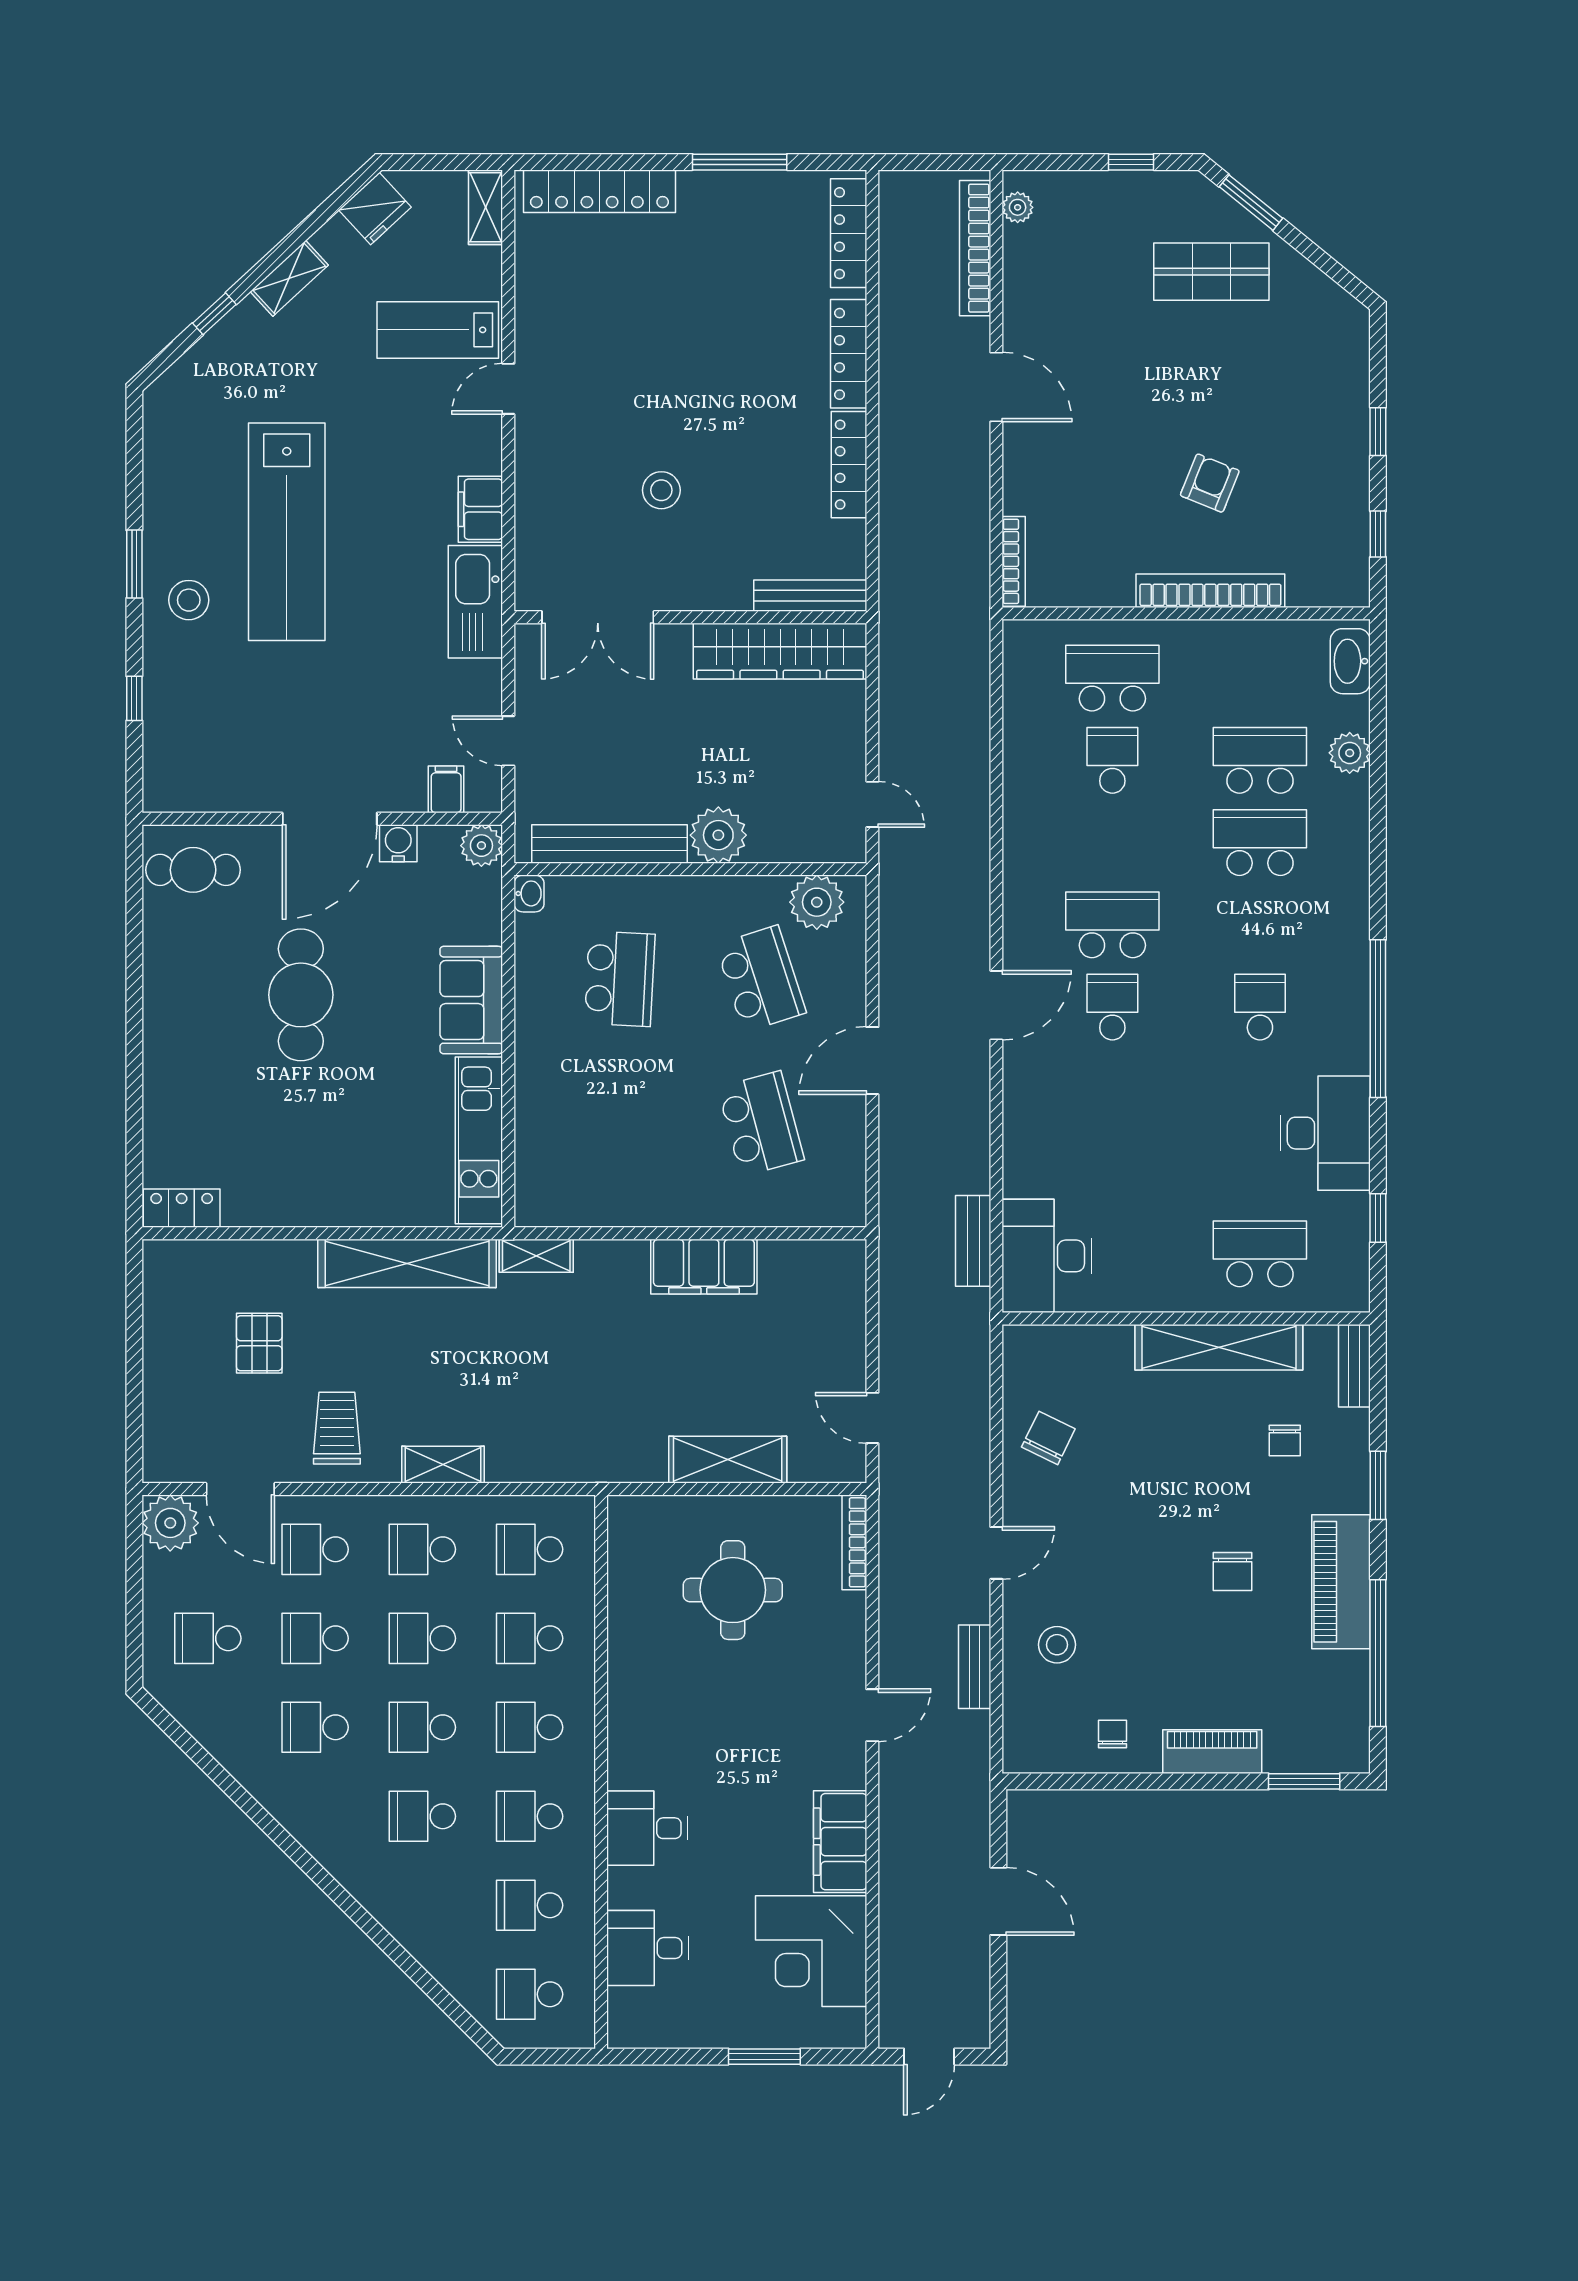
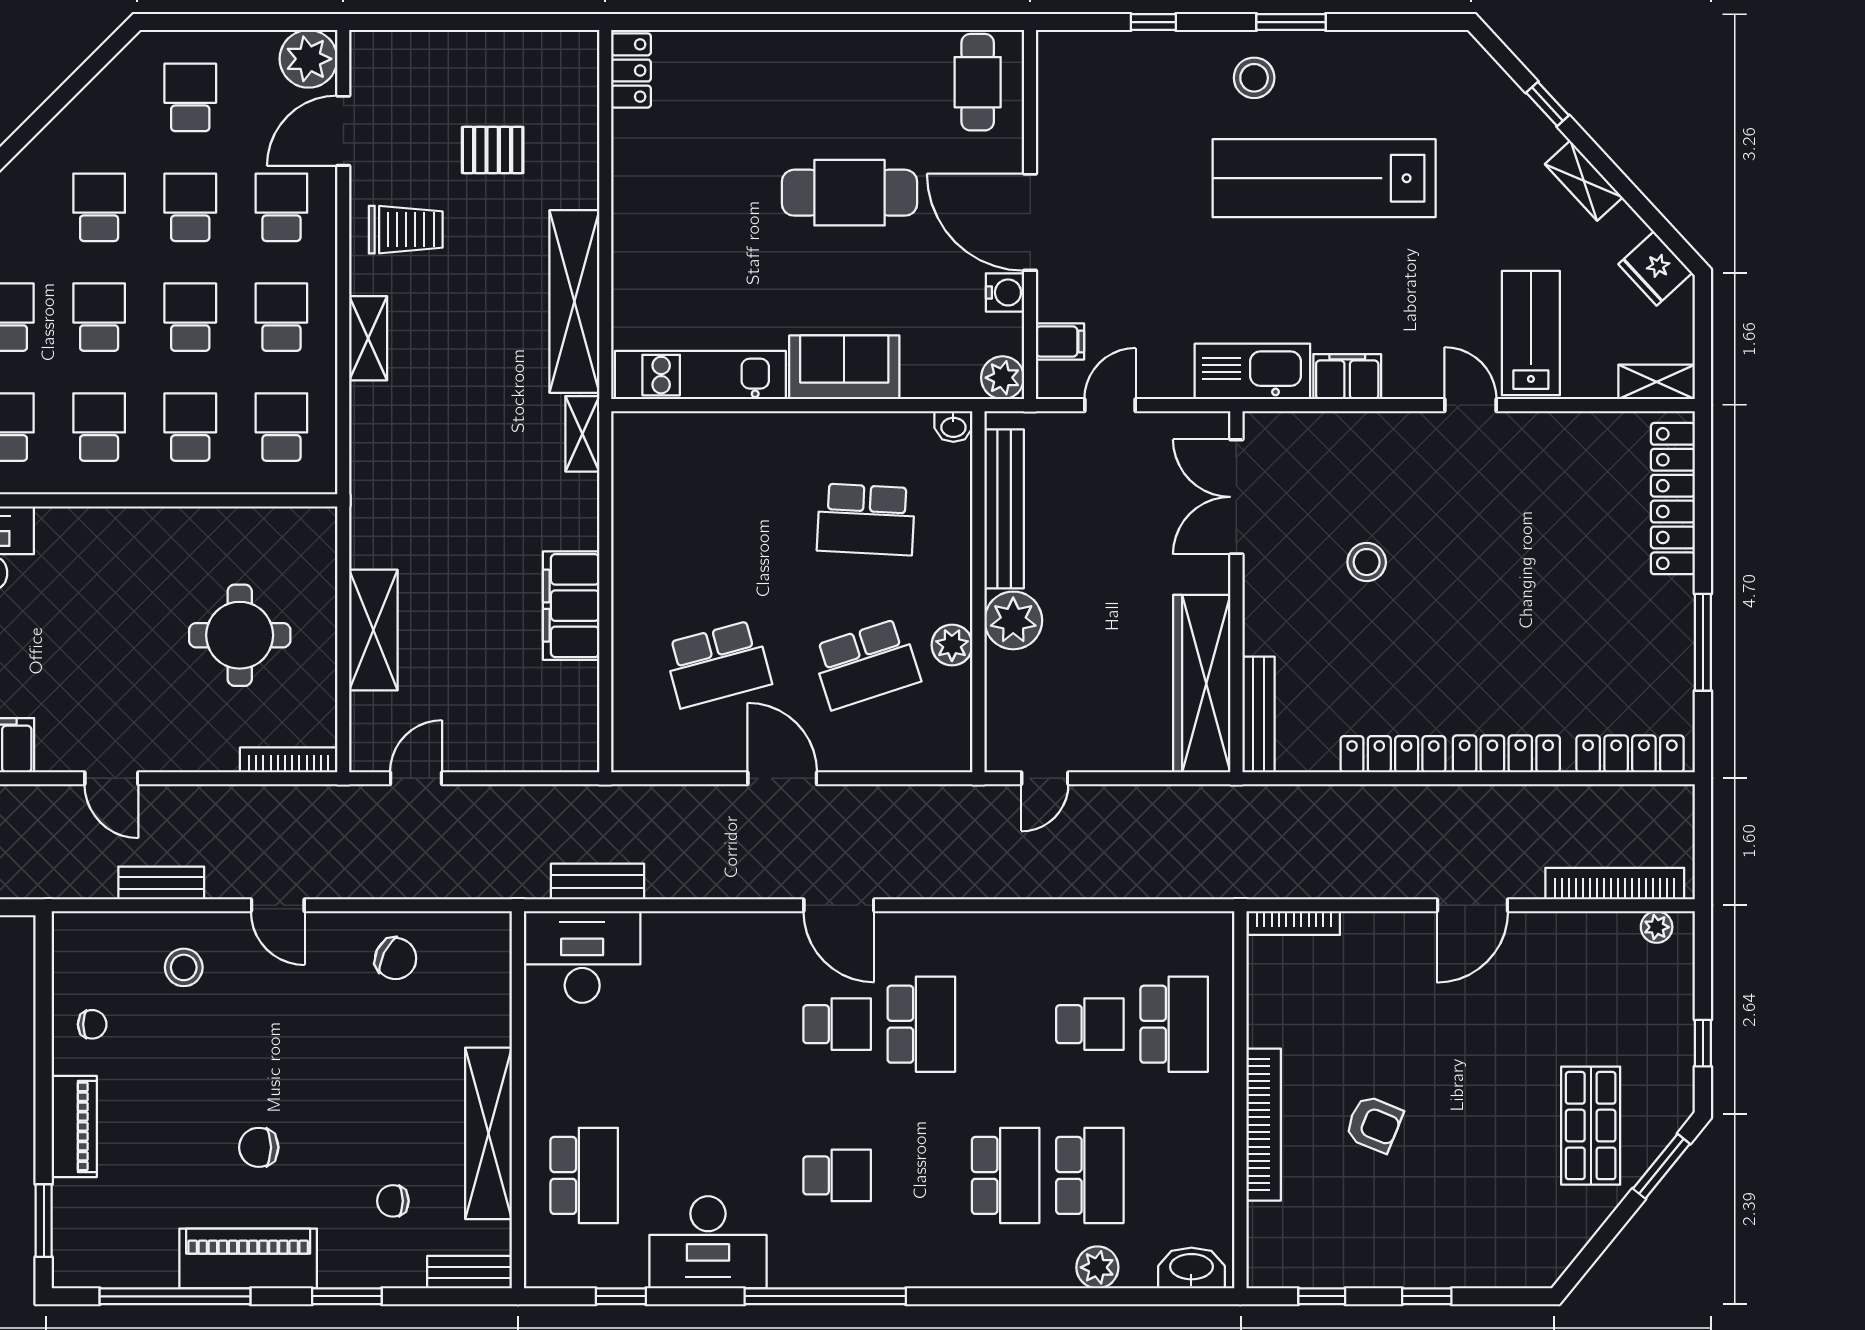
plant: (817, 902) -> (952, 645), moved, width x0.73, depth x0.73

